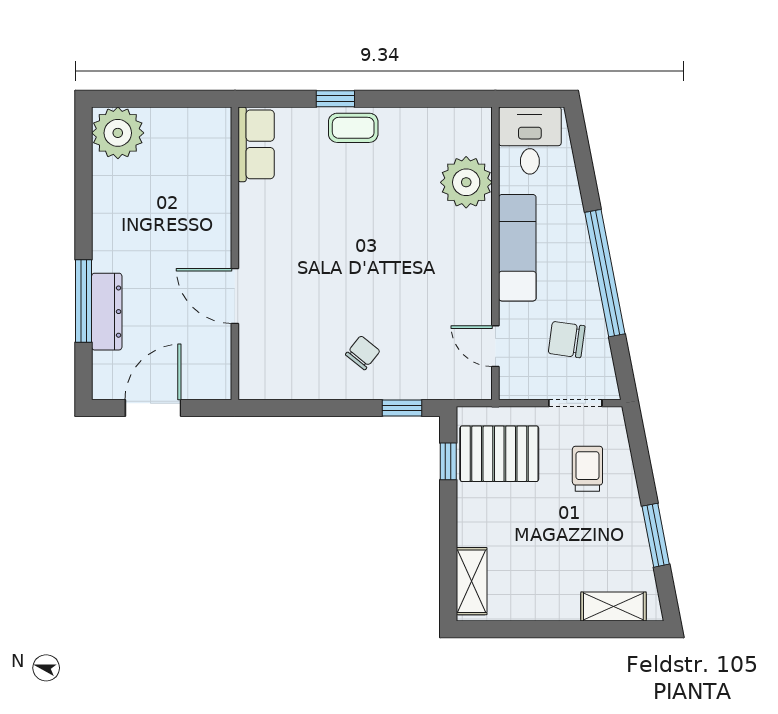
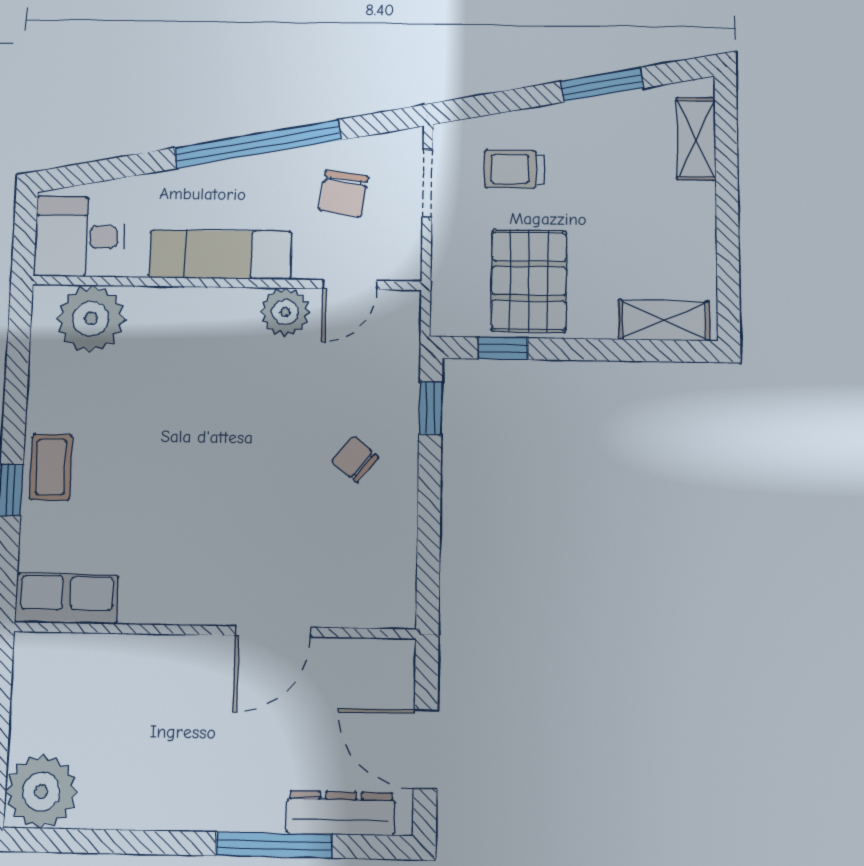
plant: (466, 182) -> (91, 319), moved
plant: (474, 298) -> (285, 312), added
dresser: (107, 312) -> (341, 813), moved
pallet: (499, 454) -> (529, 281), moved

